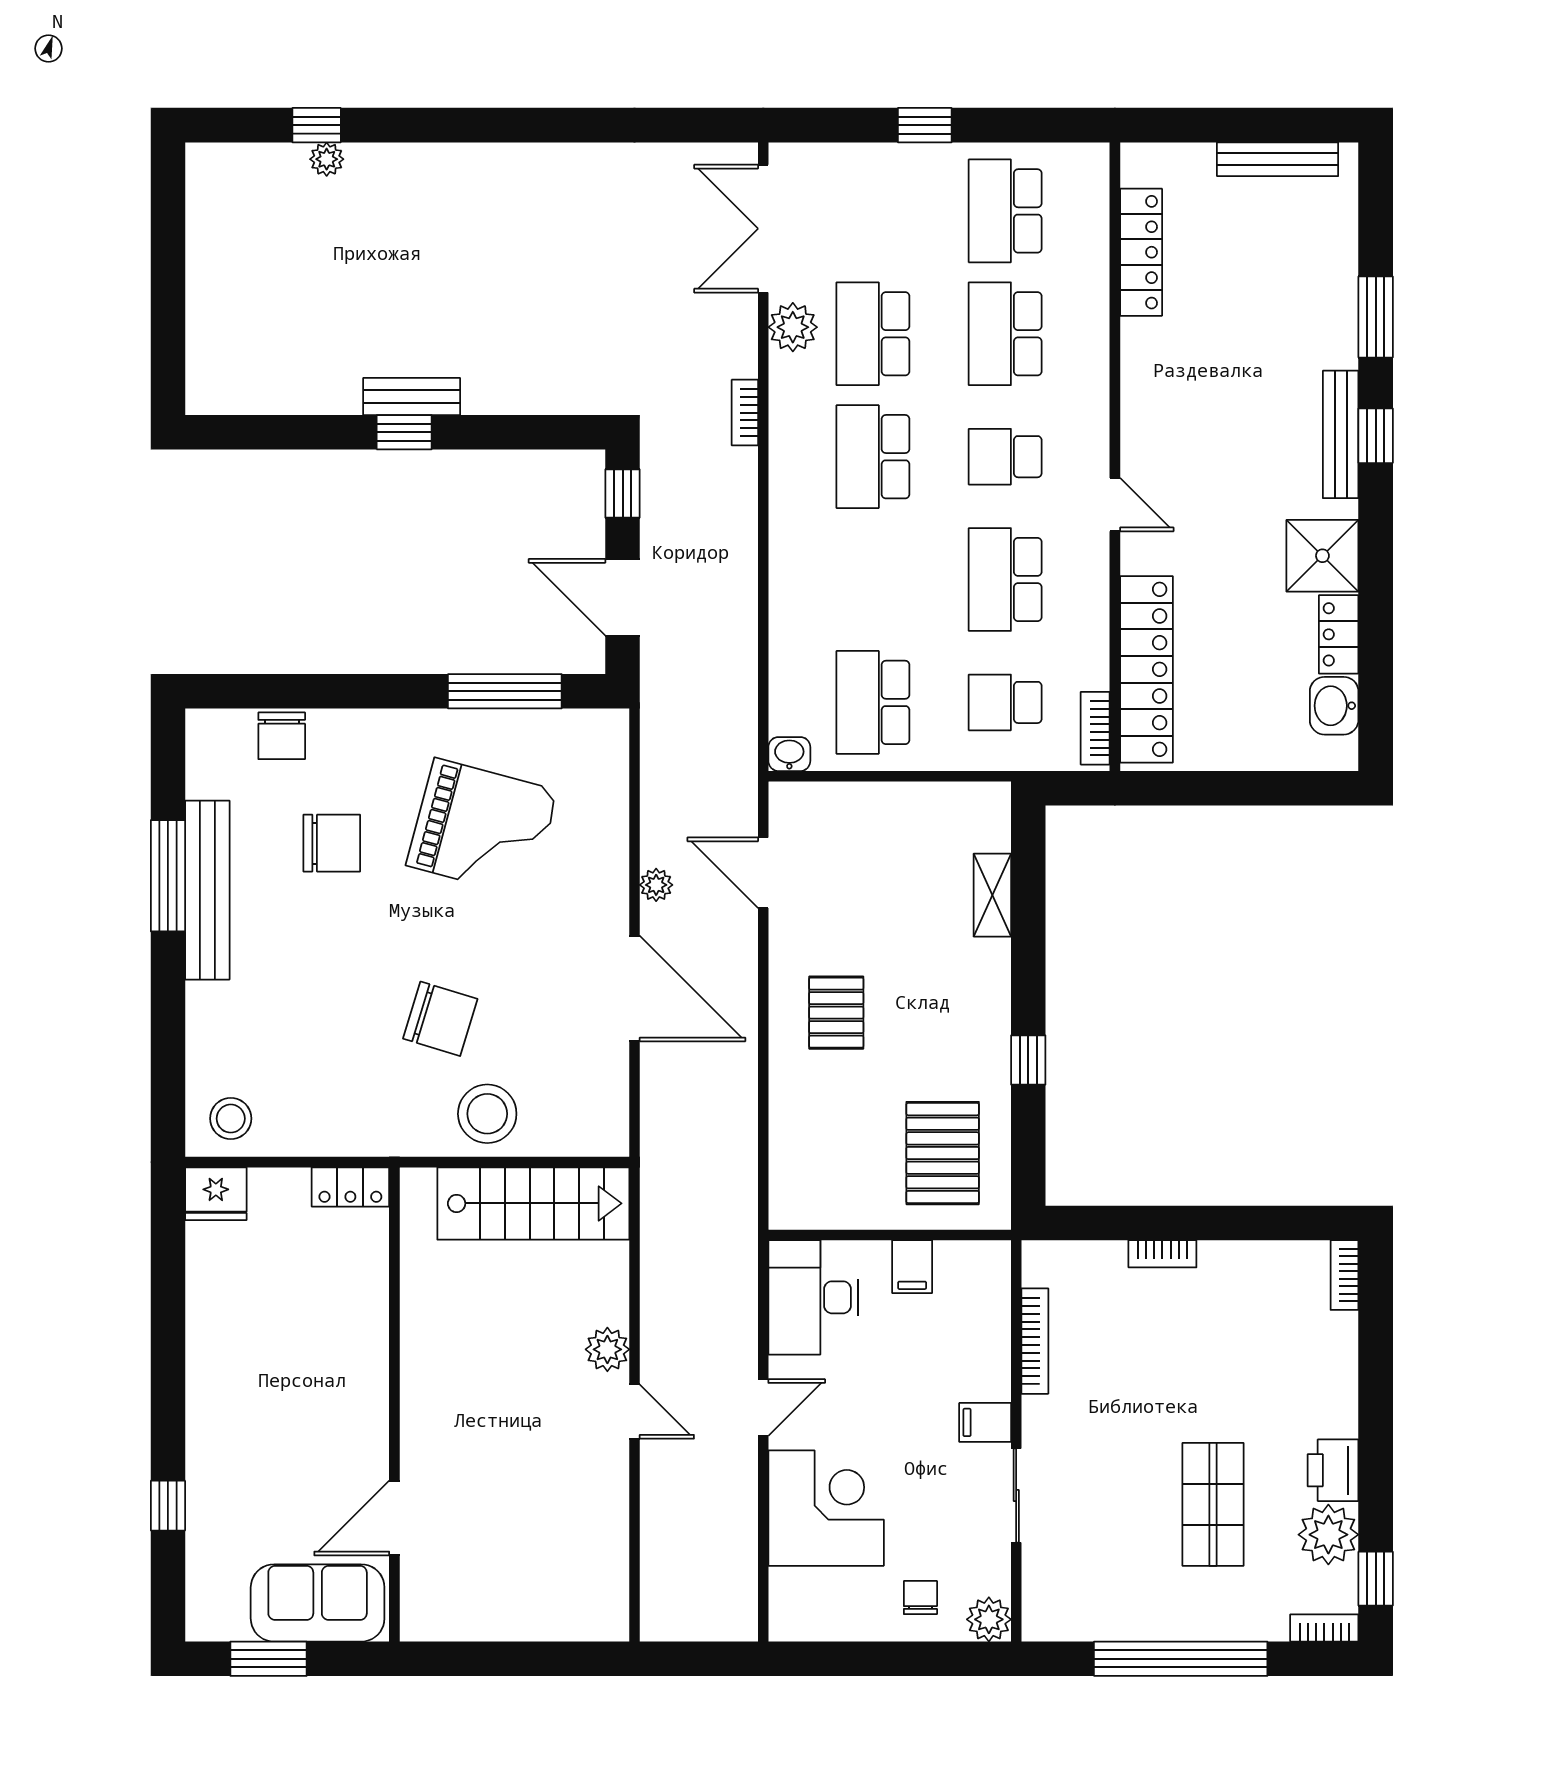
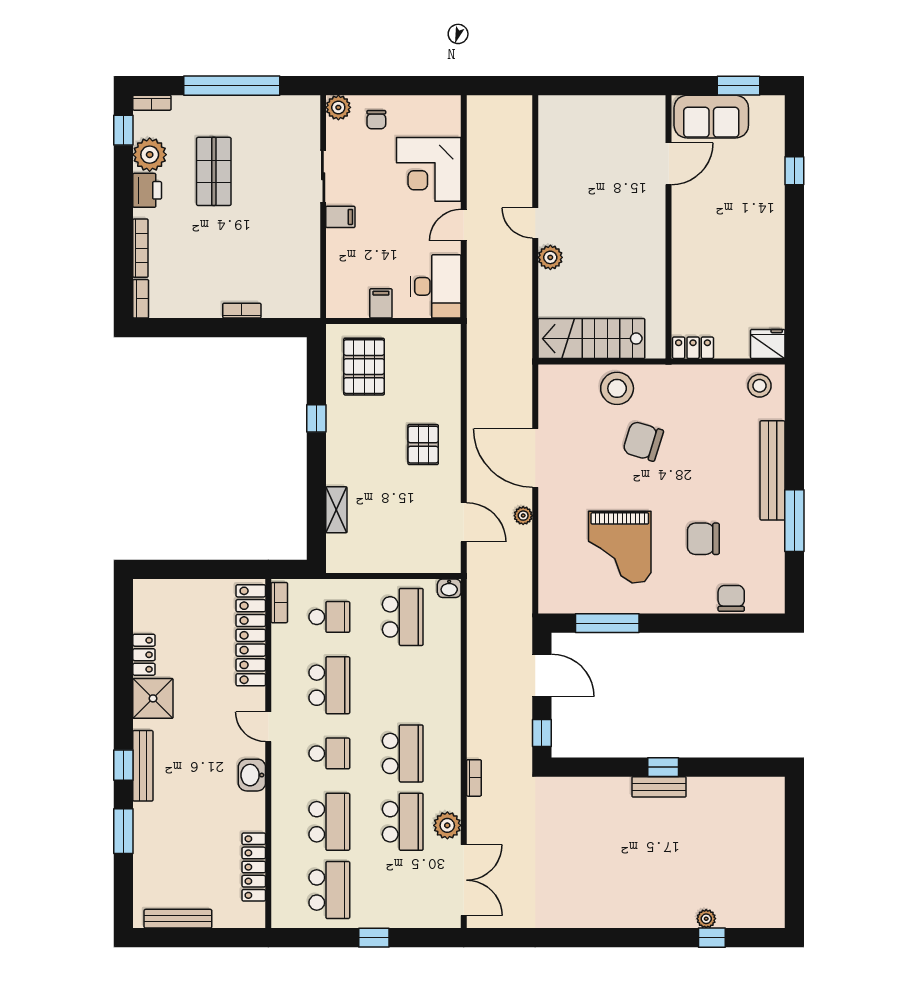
washbasin: (1334, 706) -> (252, 775), moved, turned 180
grand piano: (482, 828) -> (620, 547), turned -105
bench: (207, 890) -> (773, 470), moved
bookcase: (1035, 1341) -> (140, 248), moved, turned 180

